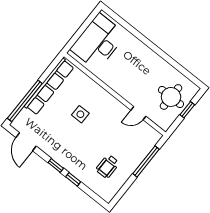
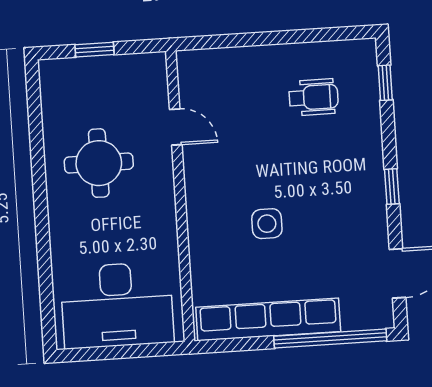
round table: (171, 97) -> (99, 163), moved
window: (146, 161) -> (246, 40), removed
window: (73, 179) -> (385, 83), moved

